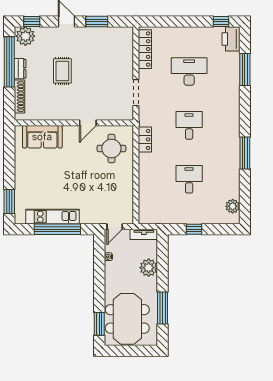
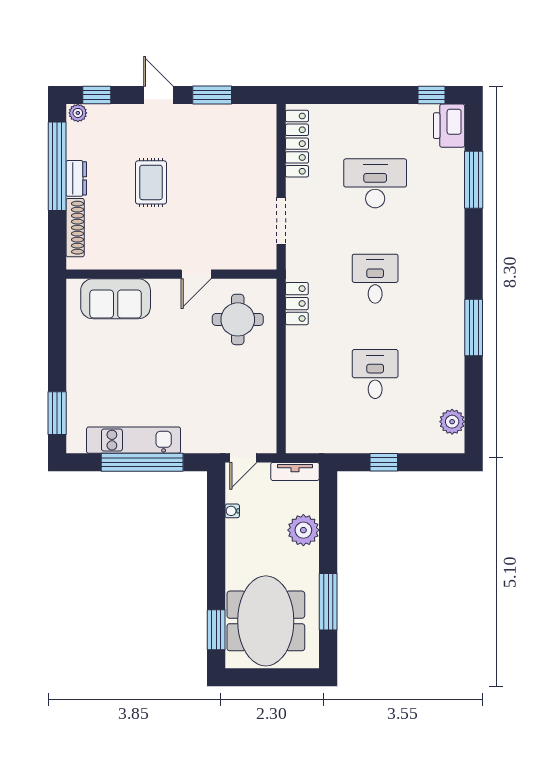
plant: (25, 36) -> (78, 113), width x0.53, depth x0.53

